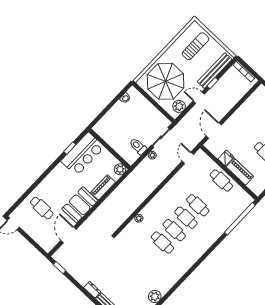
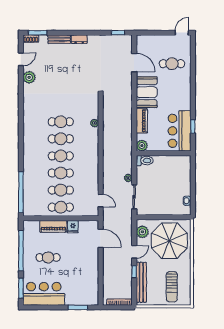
toilet: (138, 146) -> (145, 160), moved
cafe table: (210, 193) -> (61, 190), added

